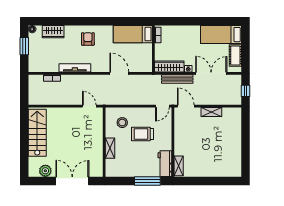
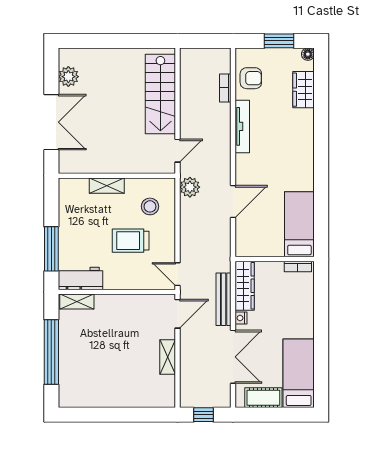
armchair: (88, 39) -> (251, 78), moved
plant: (111, 99) -> (190, 187), added
stairs: (37, 133) -> (160, 94), moved, turned 90
trolley: (142, 134) -> (131, 241), turned -90
window: (208, 181) -> (51, 352), added

